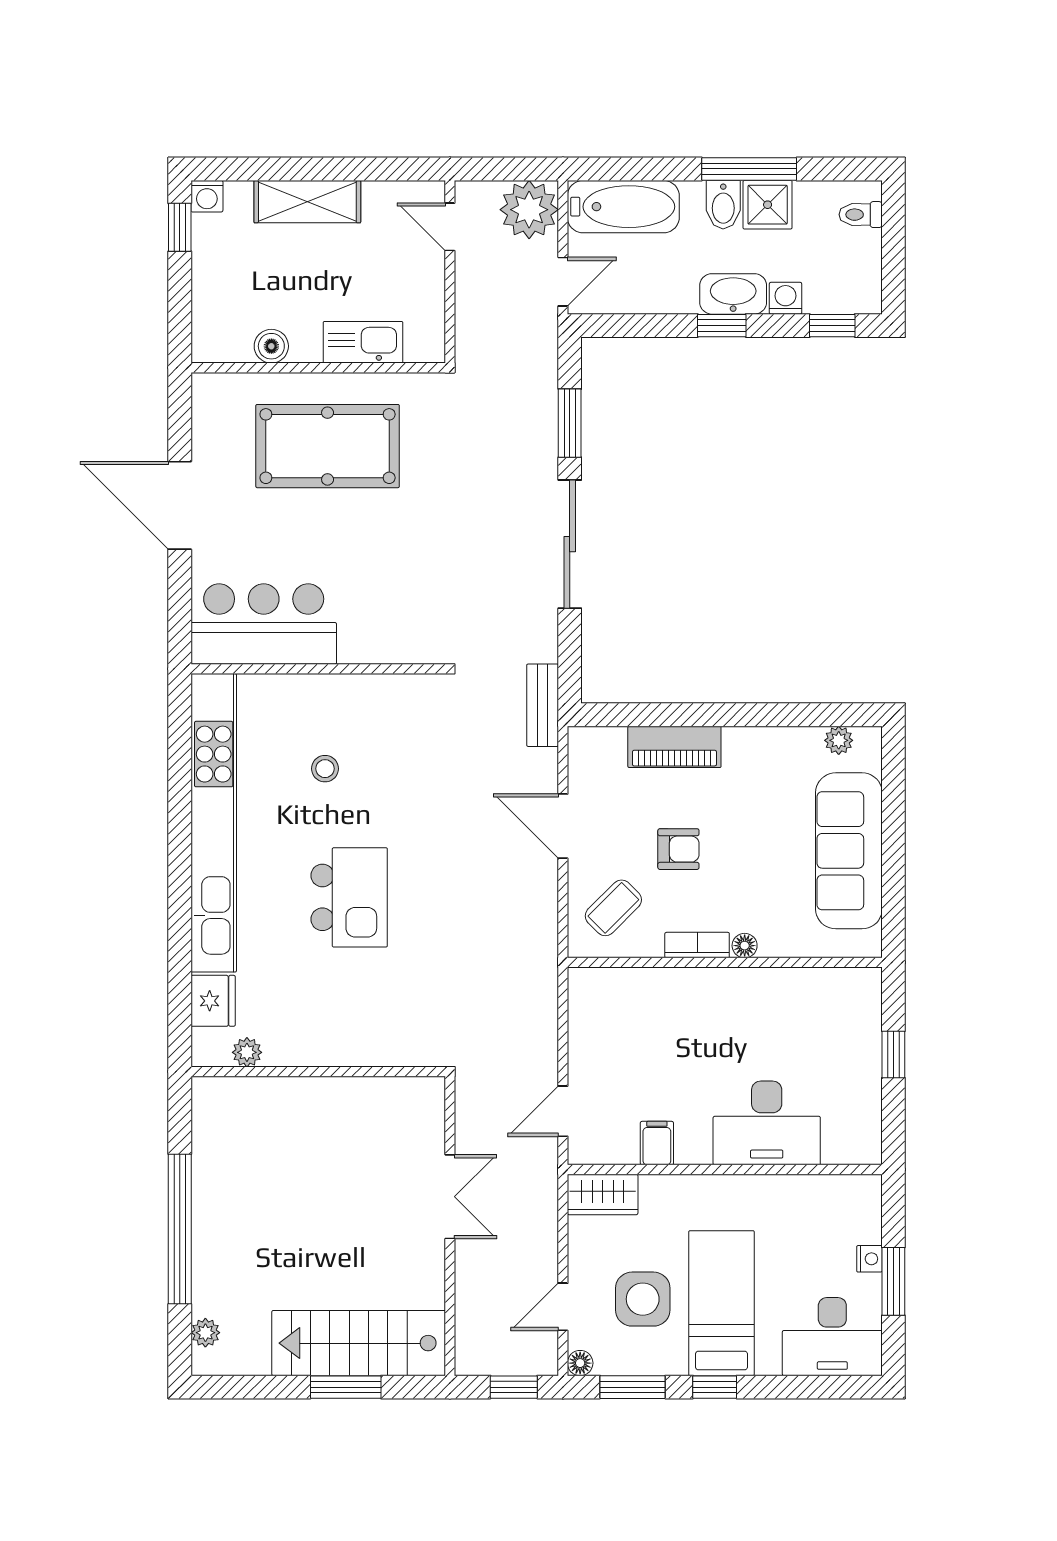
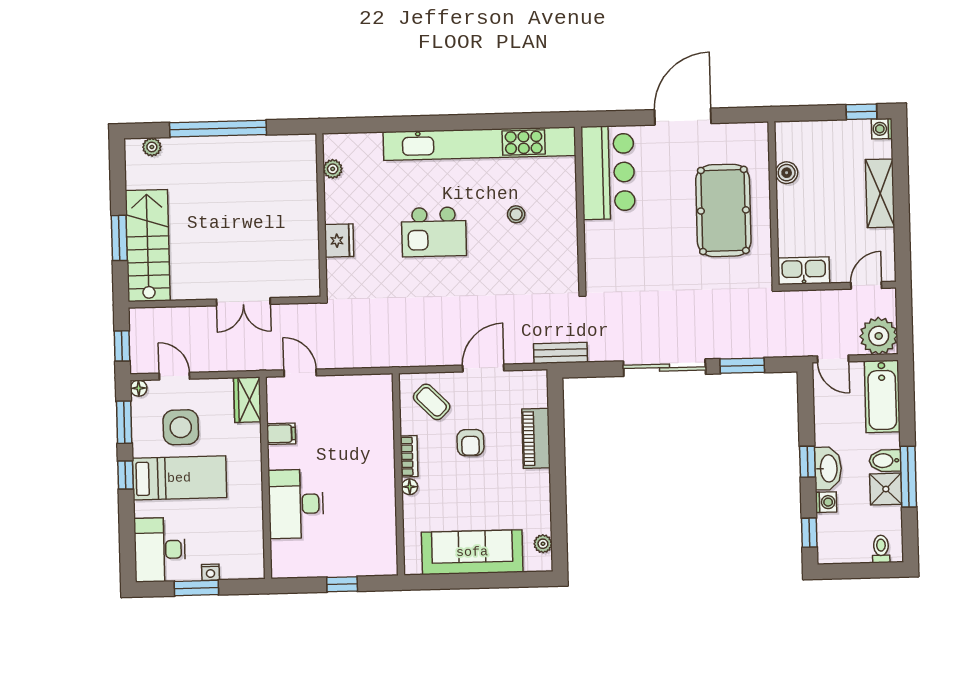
kitchen sink: (363, 342) -> (804, 271), moved, turned -90
fridge: (213, 1001) -> (339, 241), moved, turned -90

